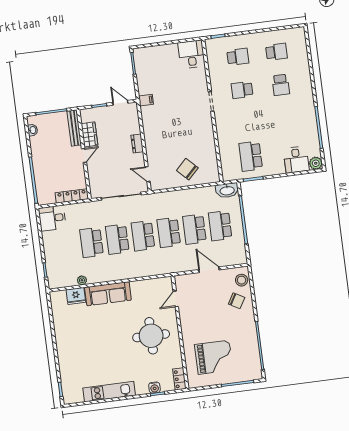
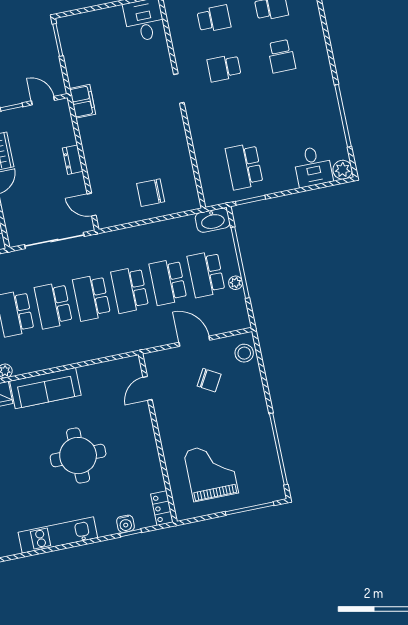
filing cabinet: (146, 100) -> (83, 101), width x2.00
chair: (187, 169) -> (151, 193), turned -45
plant: (239, 233) -> (236, 283), added
chair: (237, 301) -> (209, 380), moved
round table: (151, 336) -> (78, 456), moved
grand piano: (214, 357) -> (211, 472), turned -90

